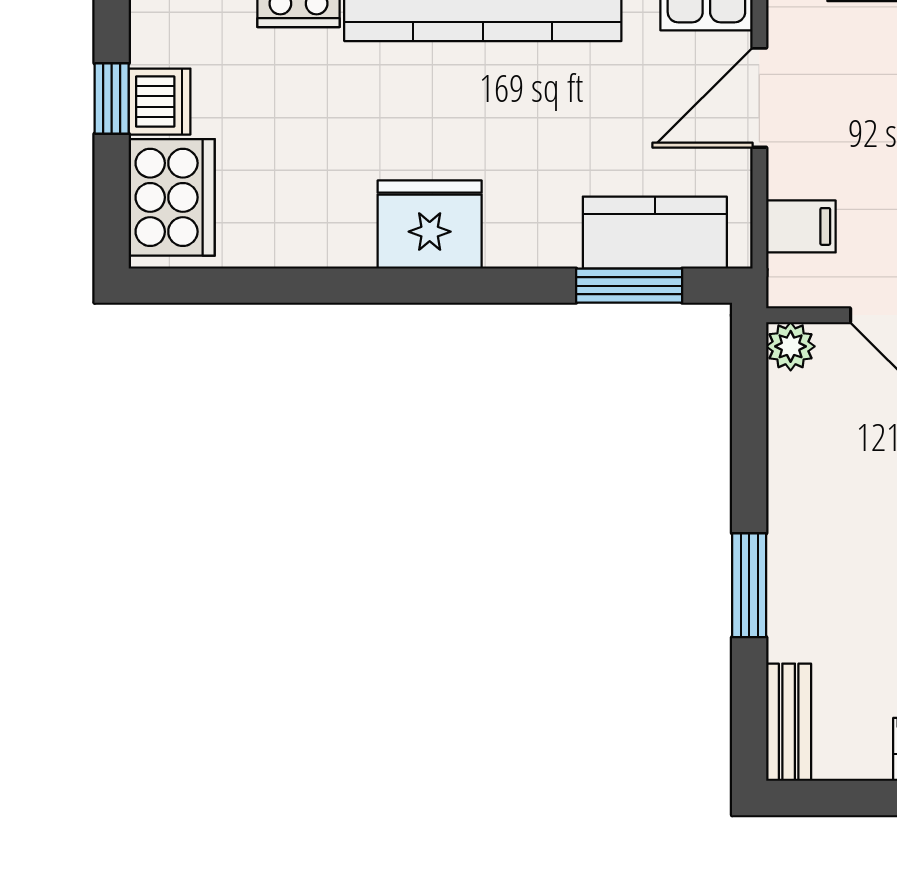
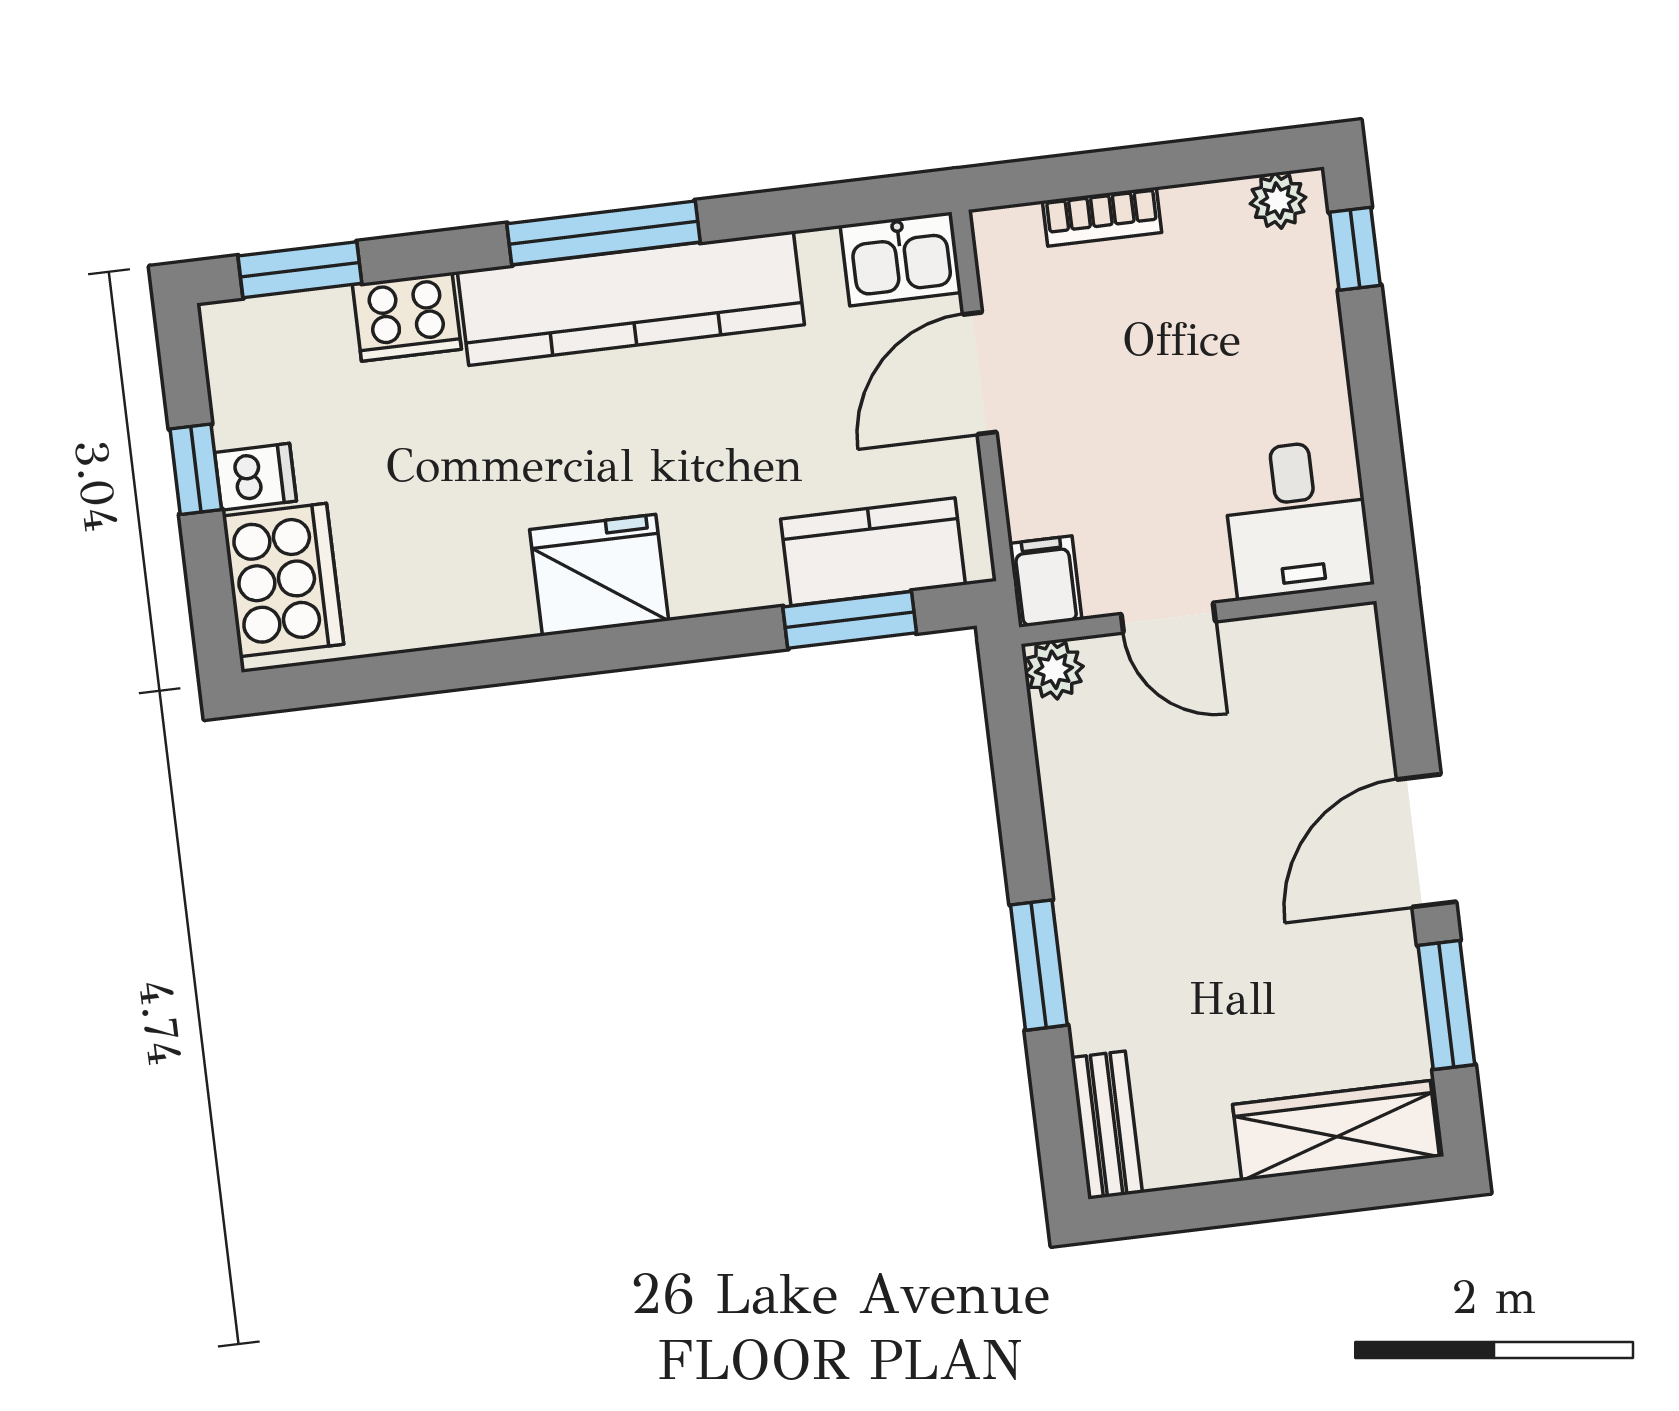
dishwasher: (160, 102) -> (255, 477), width x0.73
filing cabinet: (801, 226) -> (1045, 582), moved, turned -90

